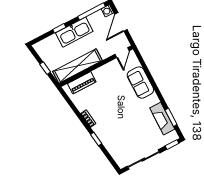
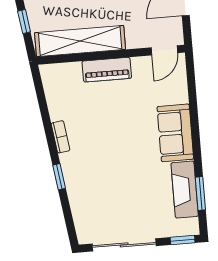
piano: (82, 83) -> (107, 70), moved
sofa: (140, 83) -> (175, 133), moved

